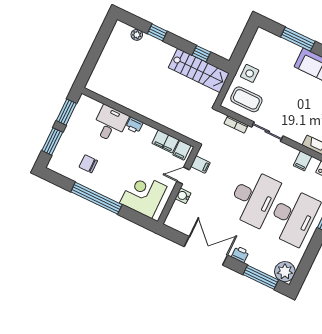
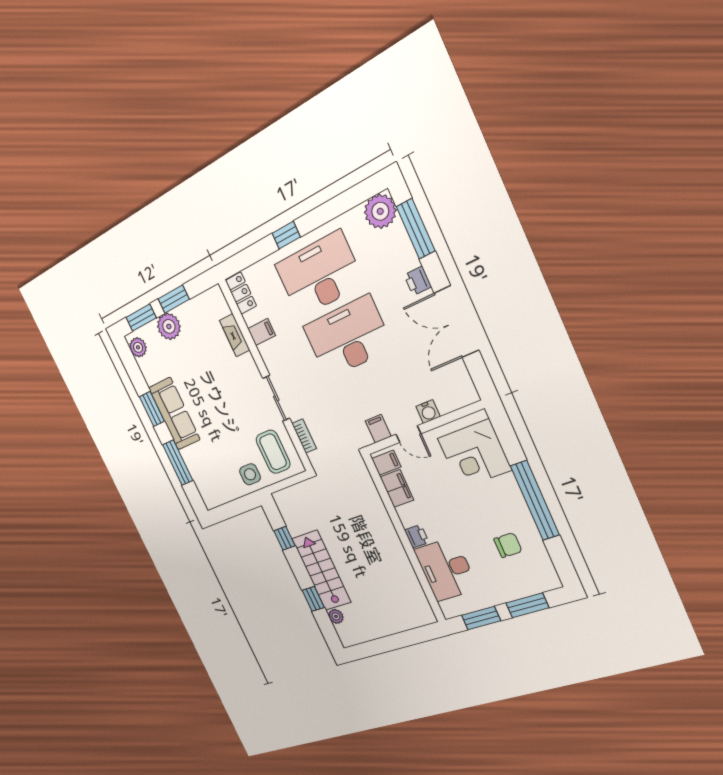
stairs: (199, 70) -> (321, 570), moved
desk: (110, 124) -> (446, 569), width x1.37
chair: (88, 164) -> (508, 545), turned -90

